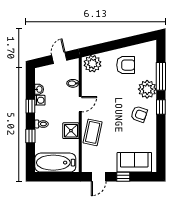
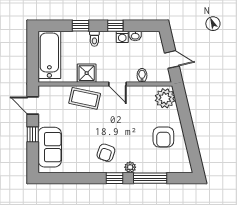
plant: (147, 89) -> (130, 167), width x0.53, depth x0.53

